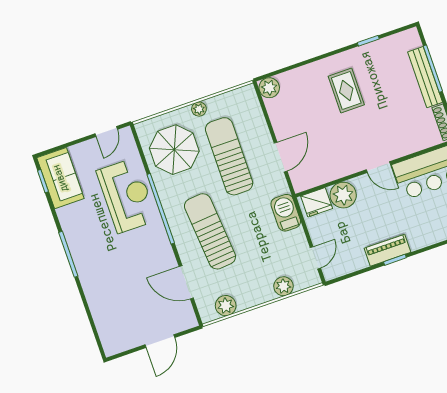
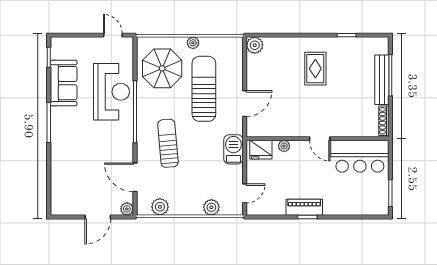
door: (106, 132) -> (113, 35), swing flipped
sofa: (60, 178) -> (64, 83), moved
plant: (343, 195) -> (284, 146), width x0.53, depth x0.53
sun lounger: (210, 231) -> (168, 143), width x0.73, depth x0.75
plant: (189, 321) -> (127, 209), added

